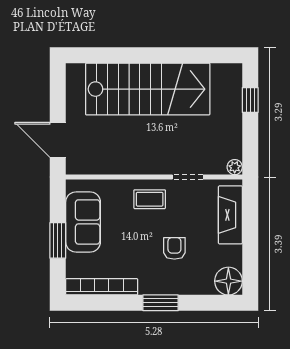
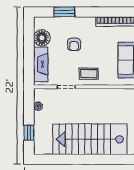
plant: (235, 167) -> (38, 106), moved
floor lamp: (228, 281) -> (42, 38), moved
window: (161, 303) -> (64, 12), moved

